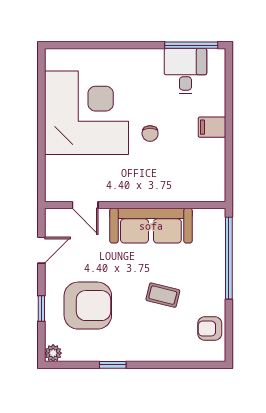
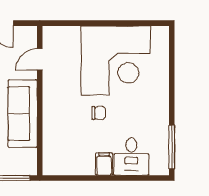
desk: (185, 71) -> (131, 157), moved, turned 90
chair: (150, 133) -> (99, 113), turned 180

